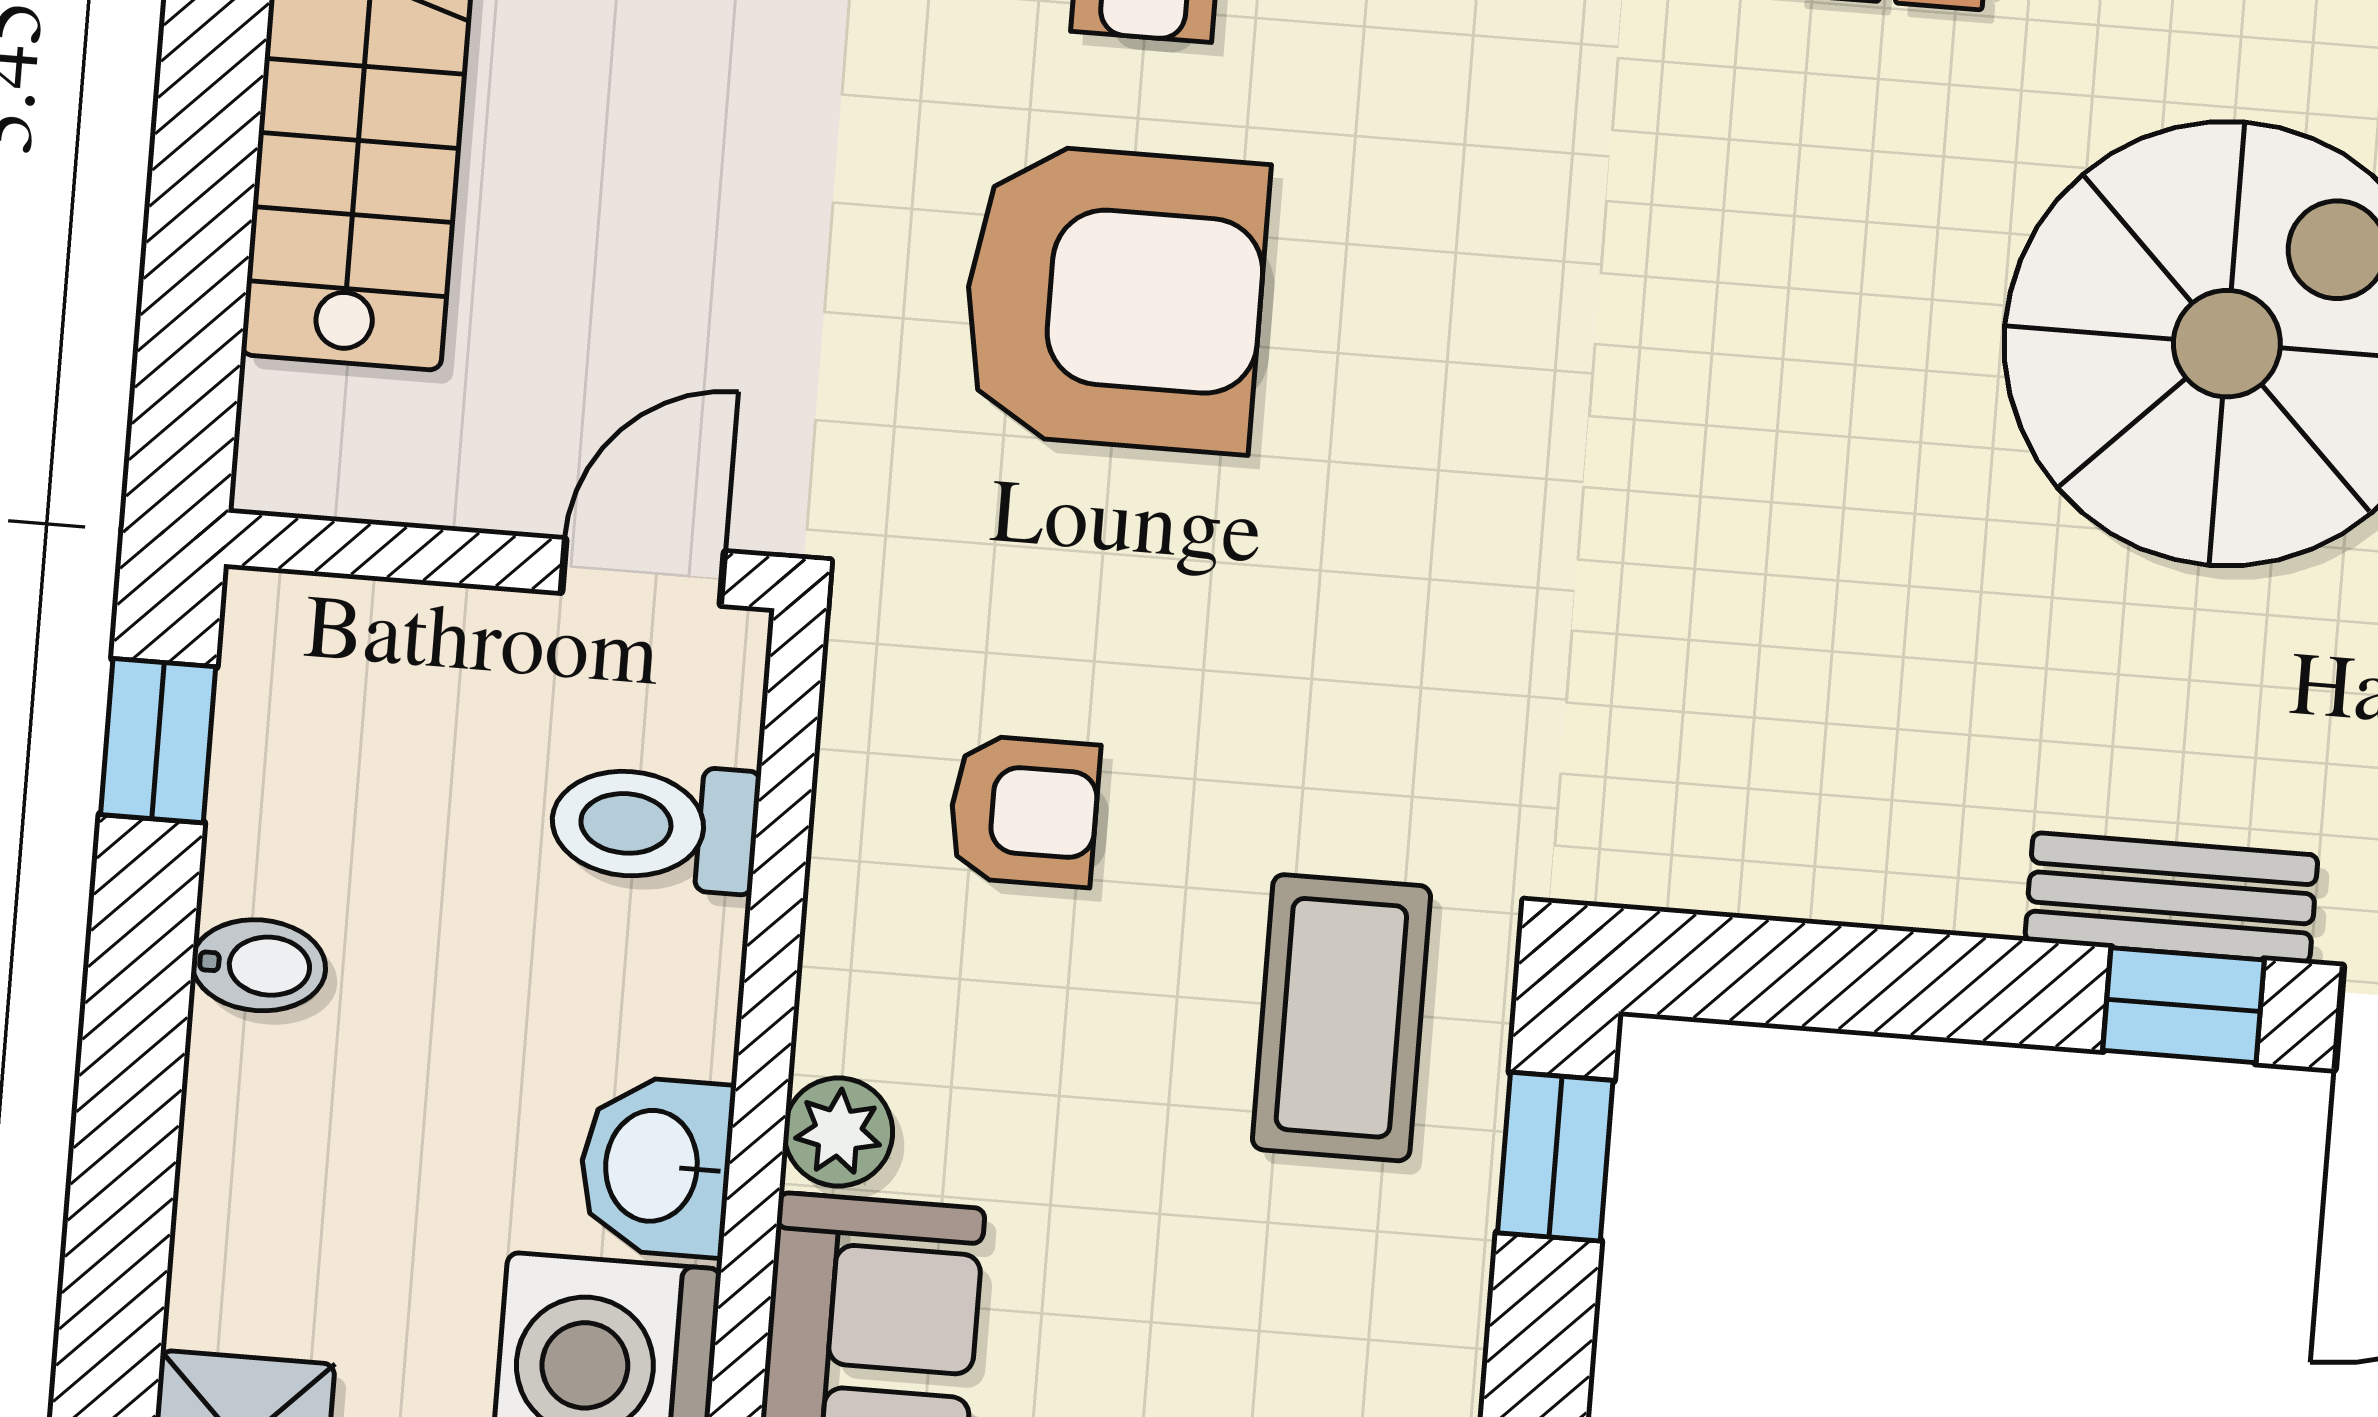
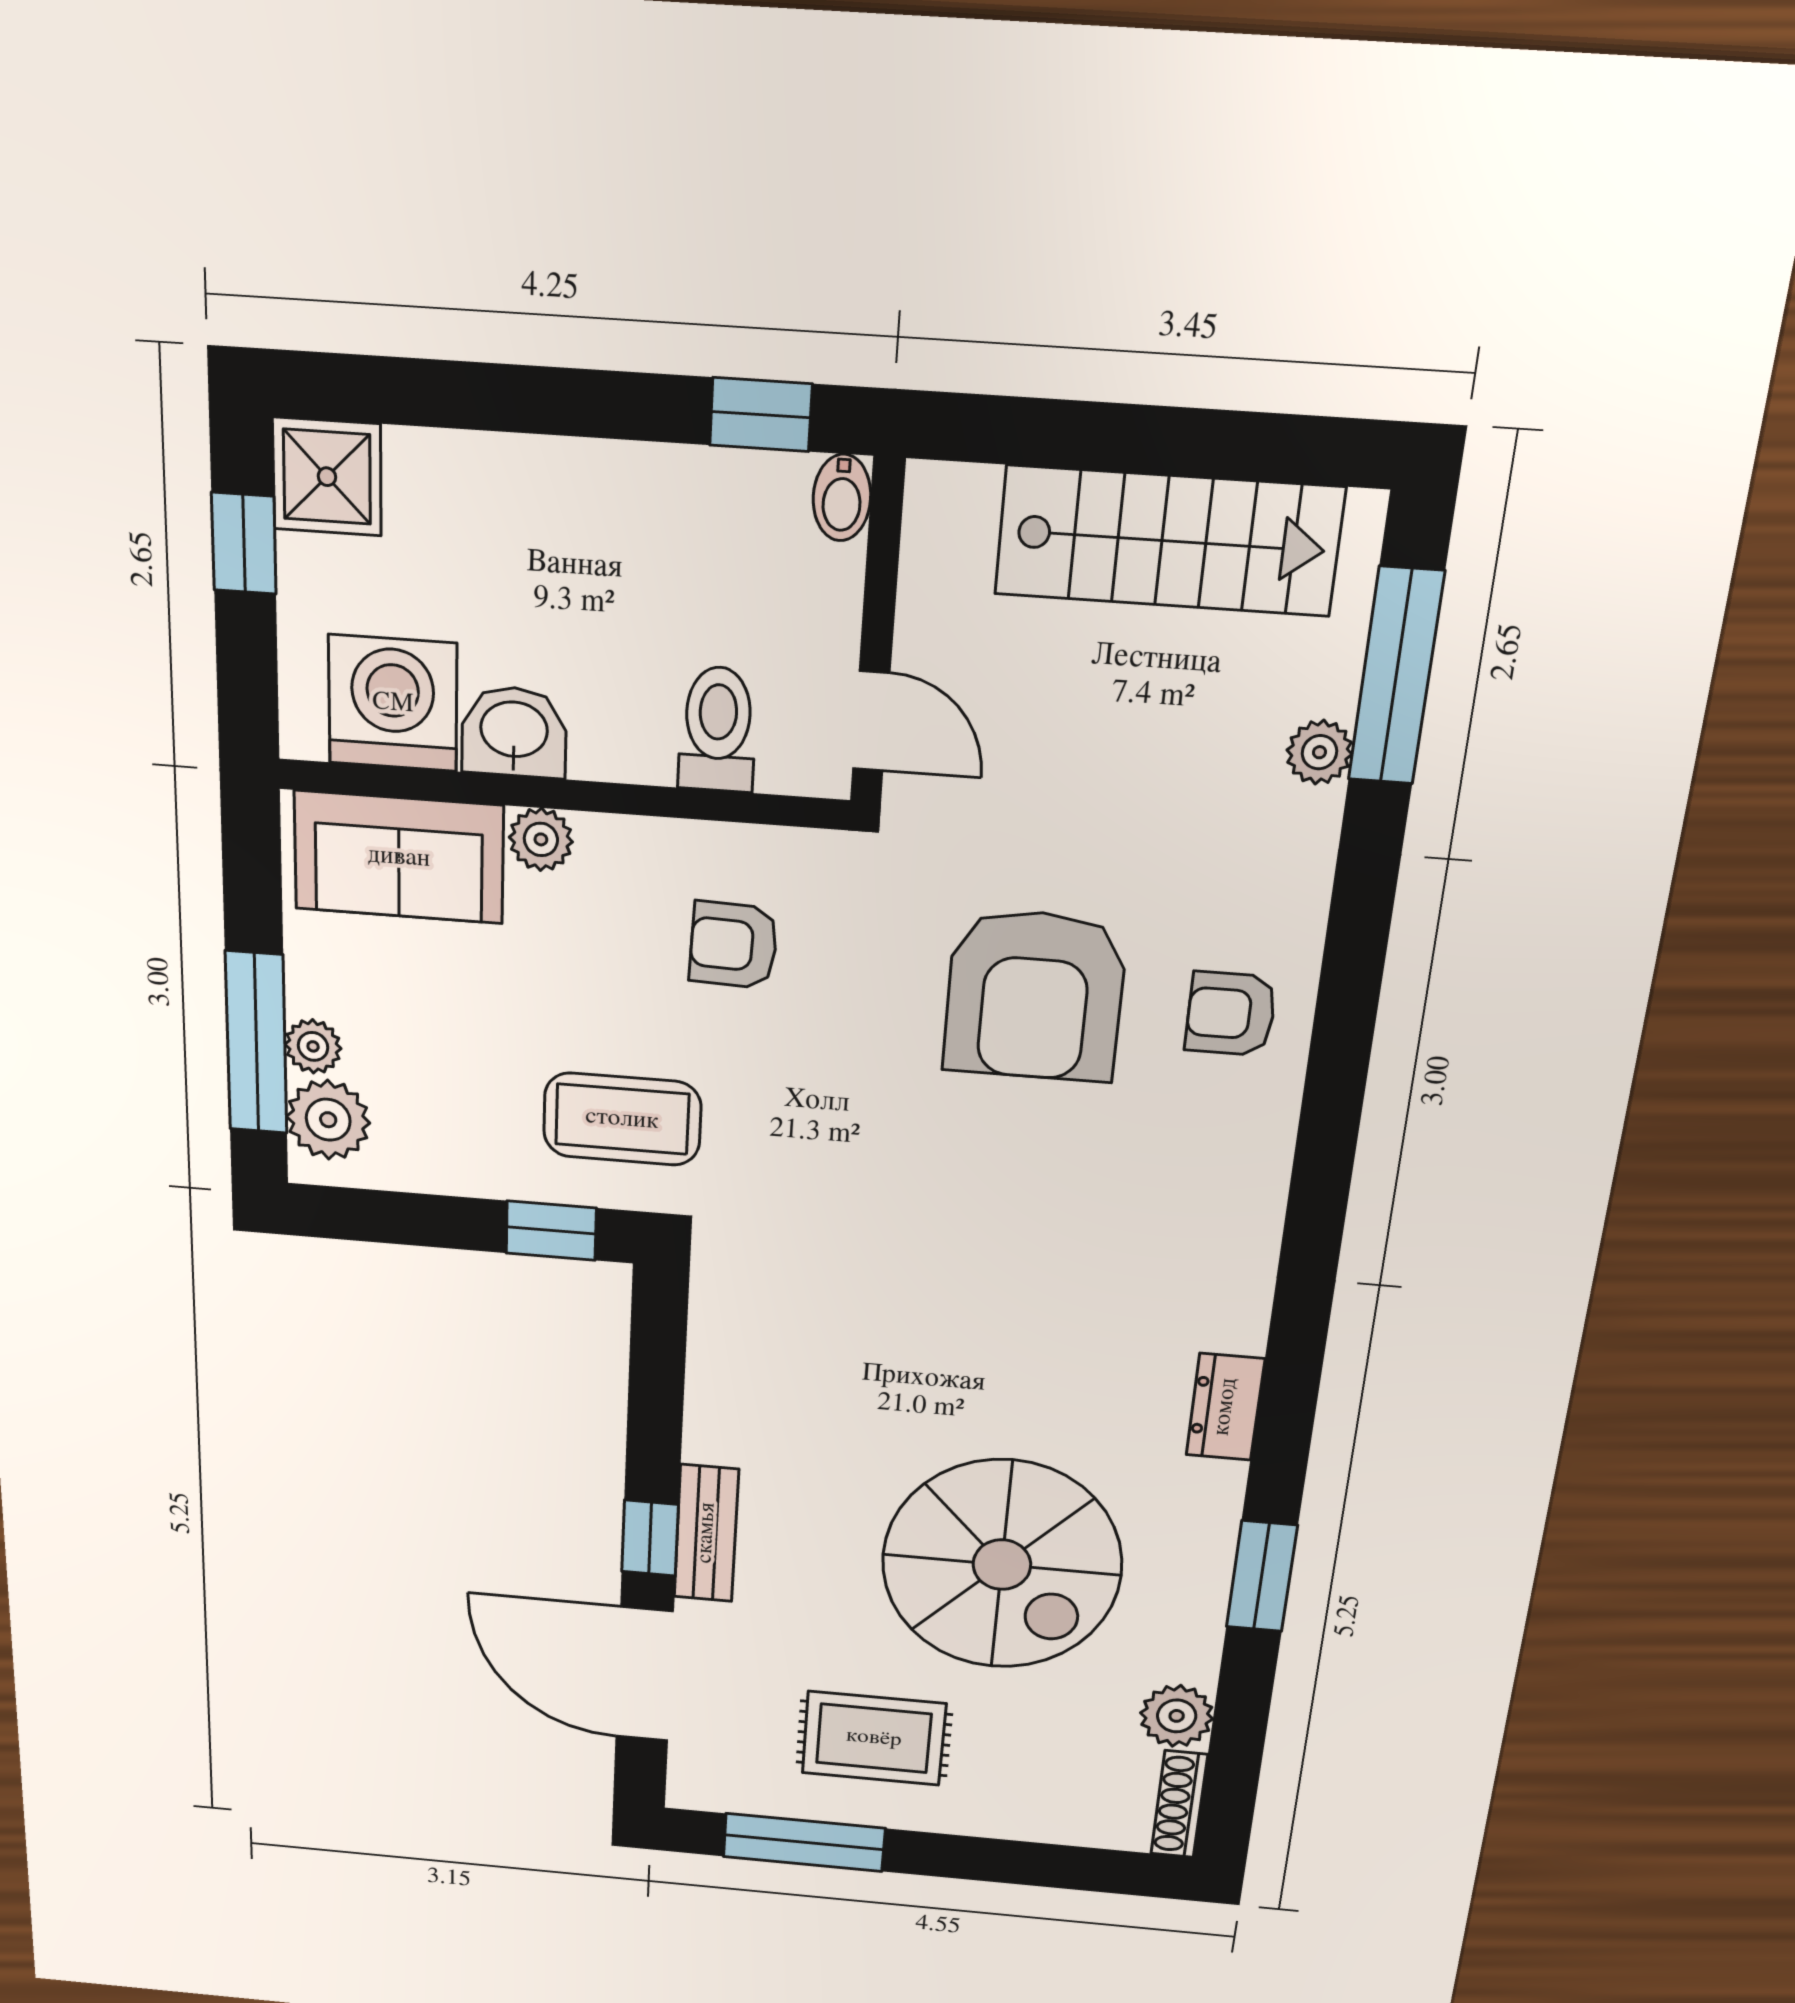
armchair: (1024, 811) -> (733, 945), turned 92
bidet: (259, 965) -> (842, 498), moved

